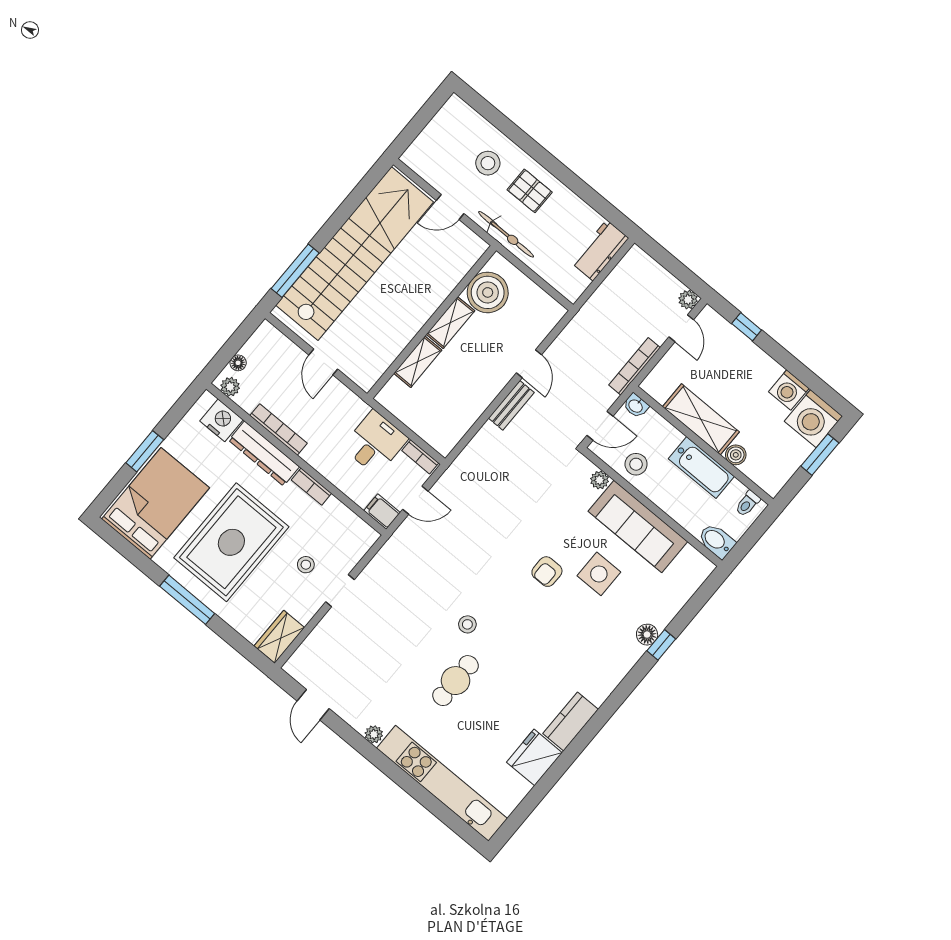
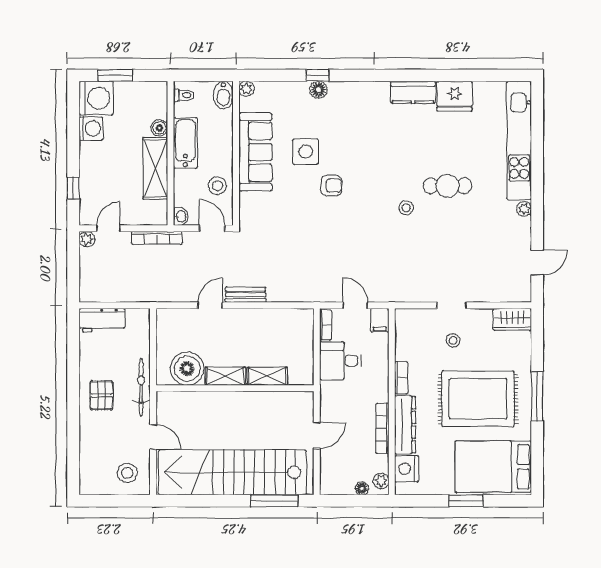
stool: (488, 163) -> (127, 473), moved
plant: (600, 480) -> (246, 89), moved

